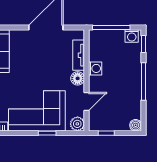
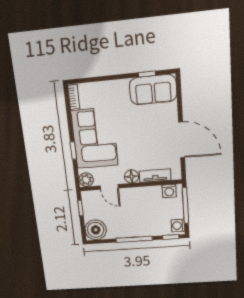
washing machine: (95, 68) -> (169, 191), moved
boiler: (136, 125) -> (96, 230), width x1.86, depth x1.86

